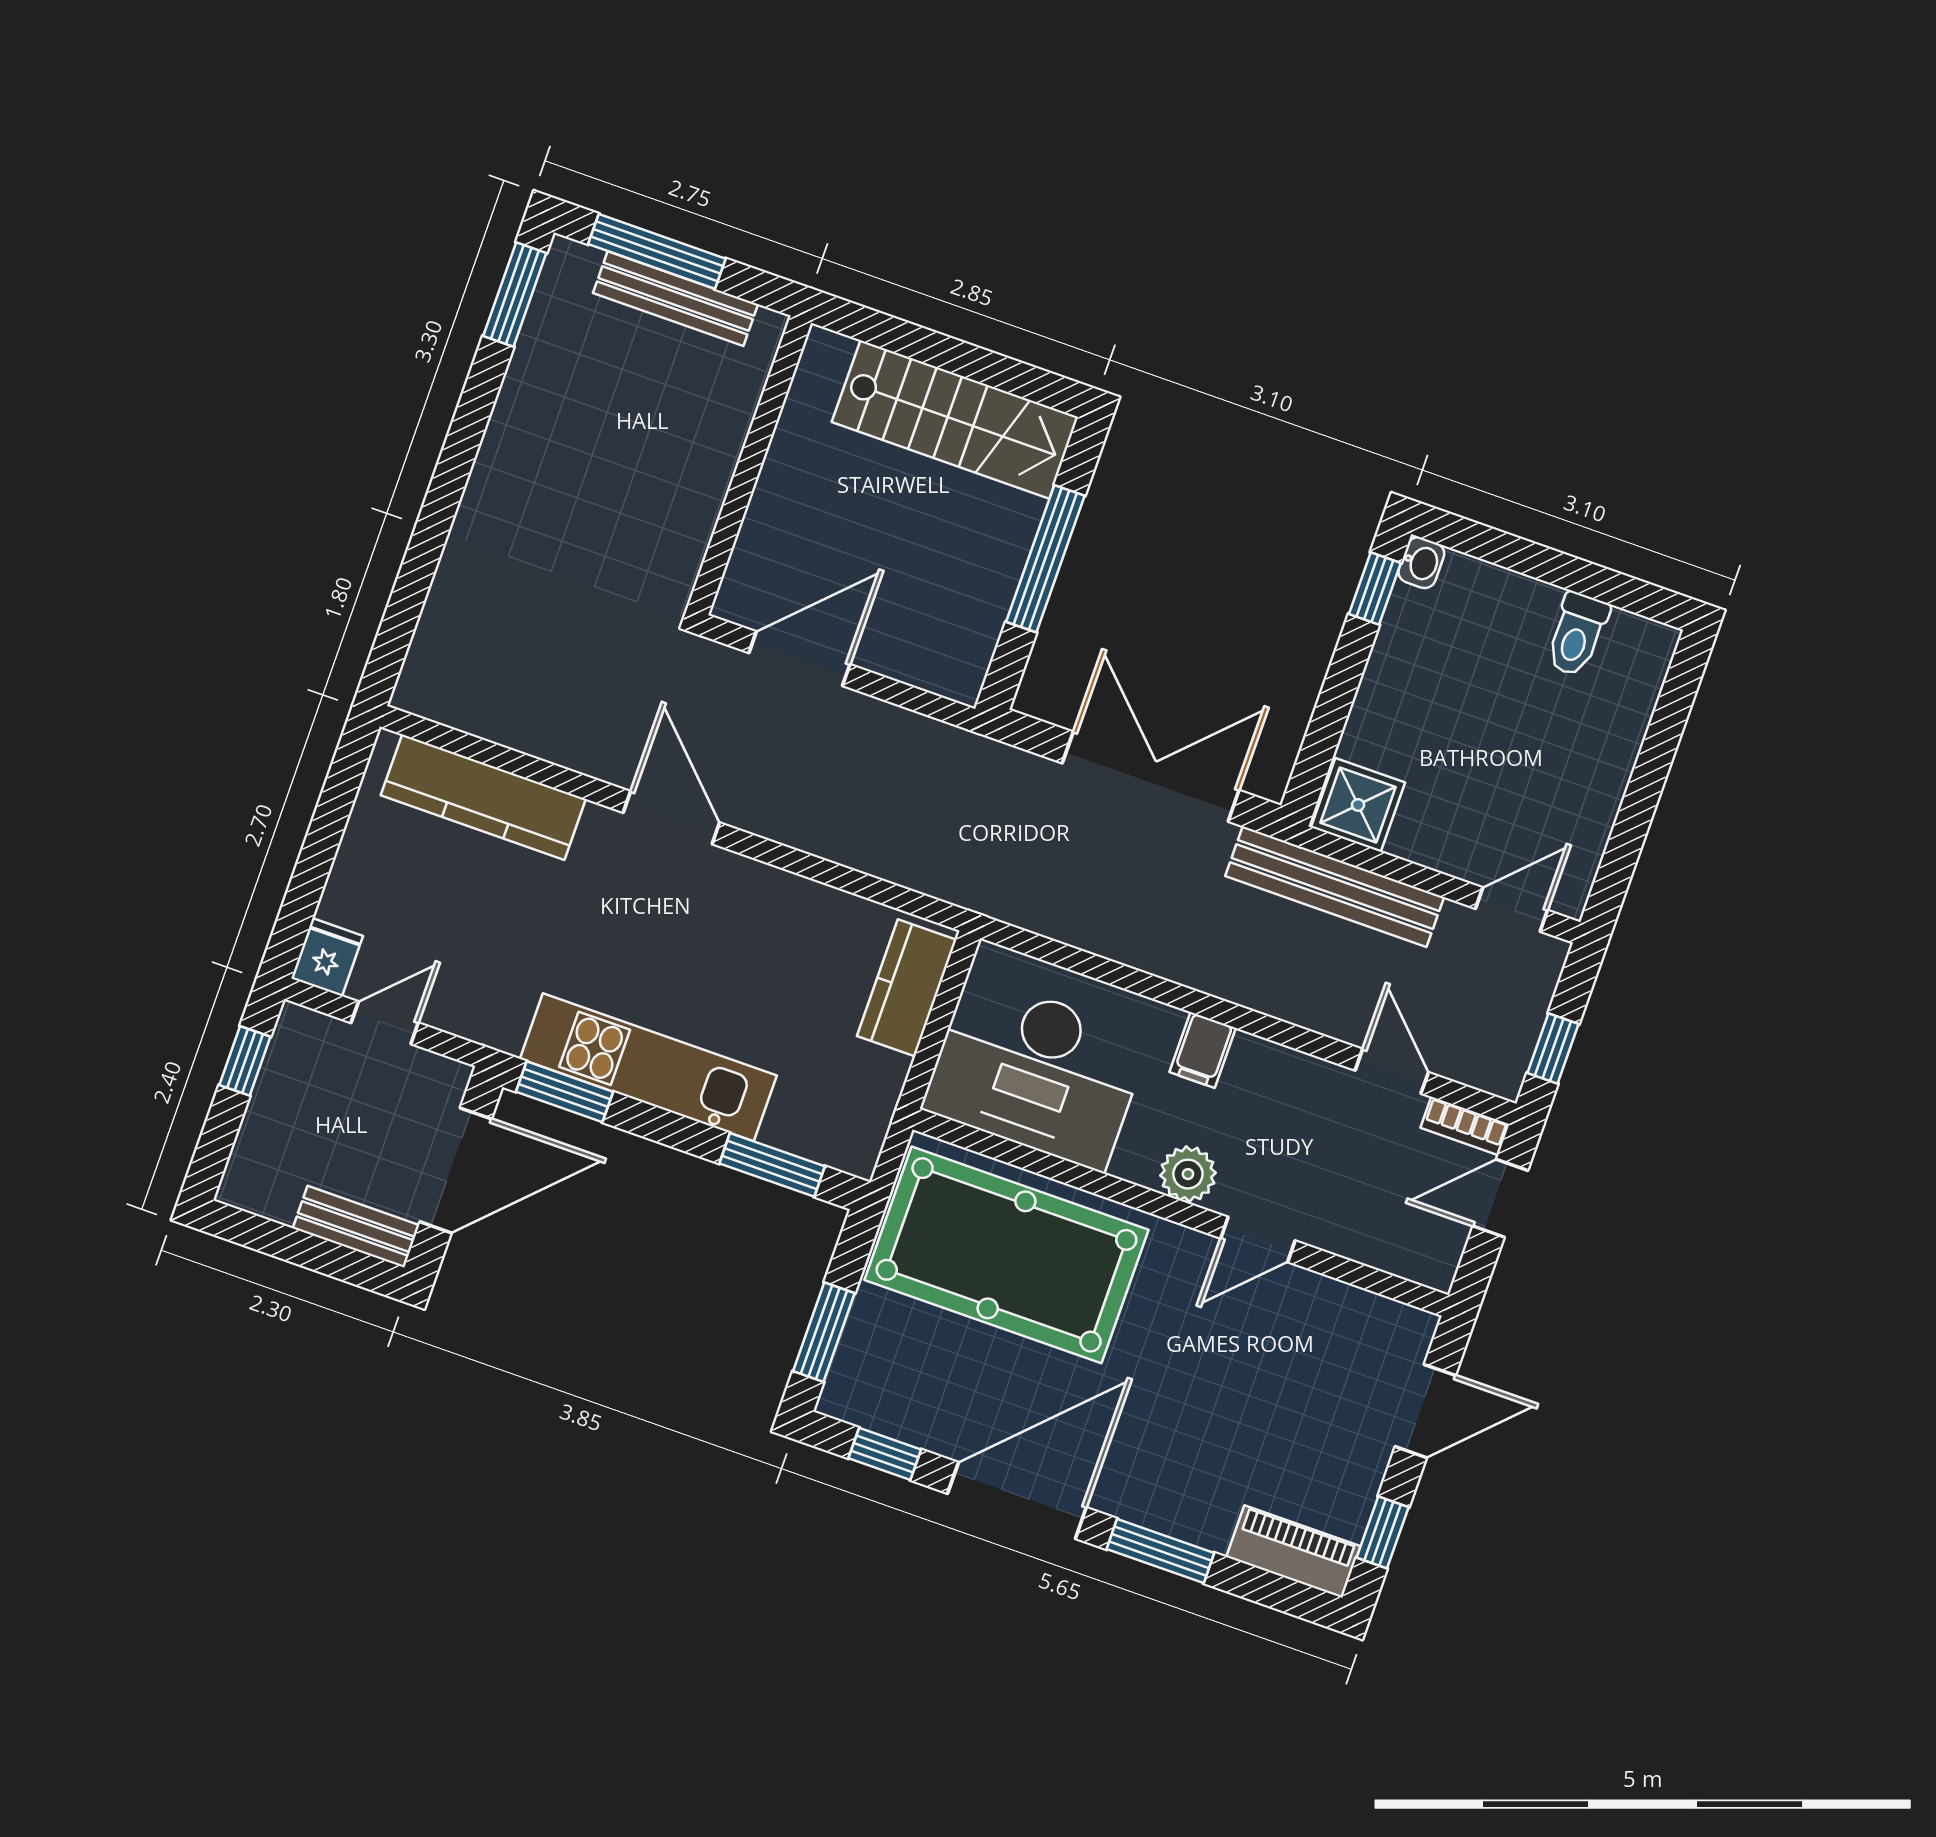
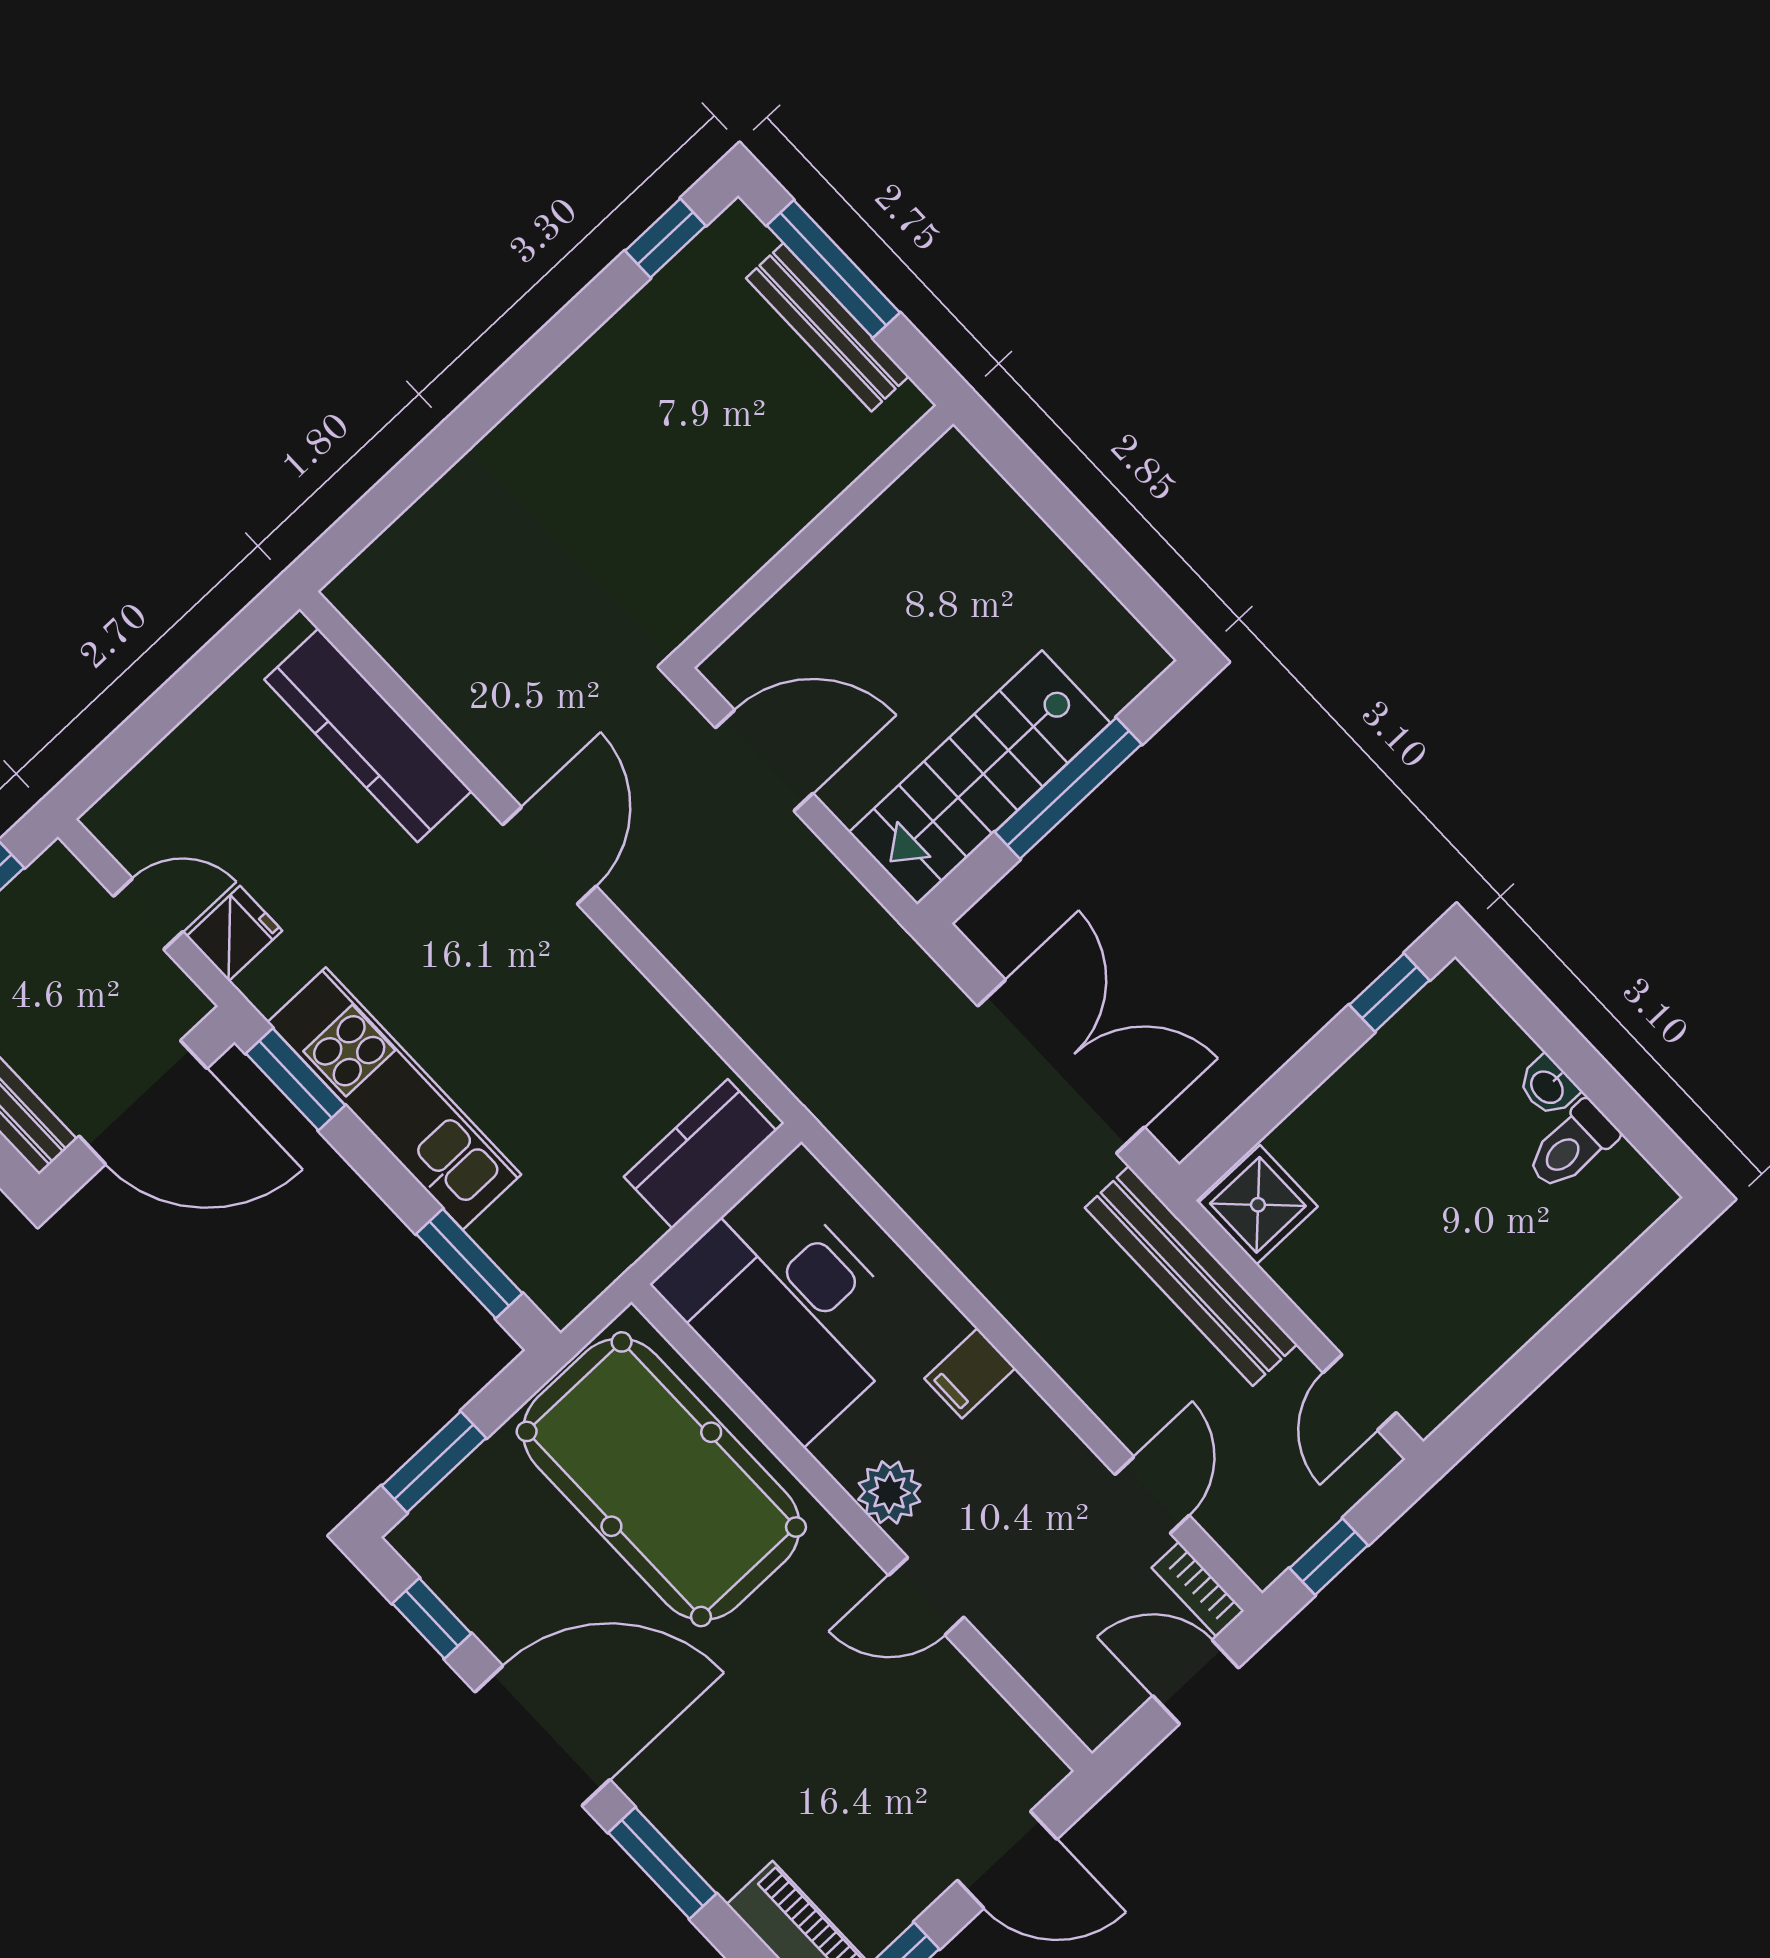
window: (515, 295) -> (665, 238), width x0.67
stairs: (955, 420) -> (980, 778), moved, turned 90
washbasin: (1421, 563) -> (1548, 1086), moved, turned 90
door: (1512, 909) -> (1360, 1393), swing flipped
fridge: (327, 957) -> (234, 934), moved

